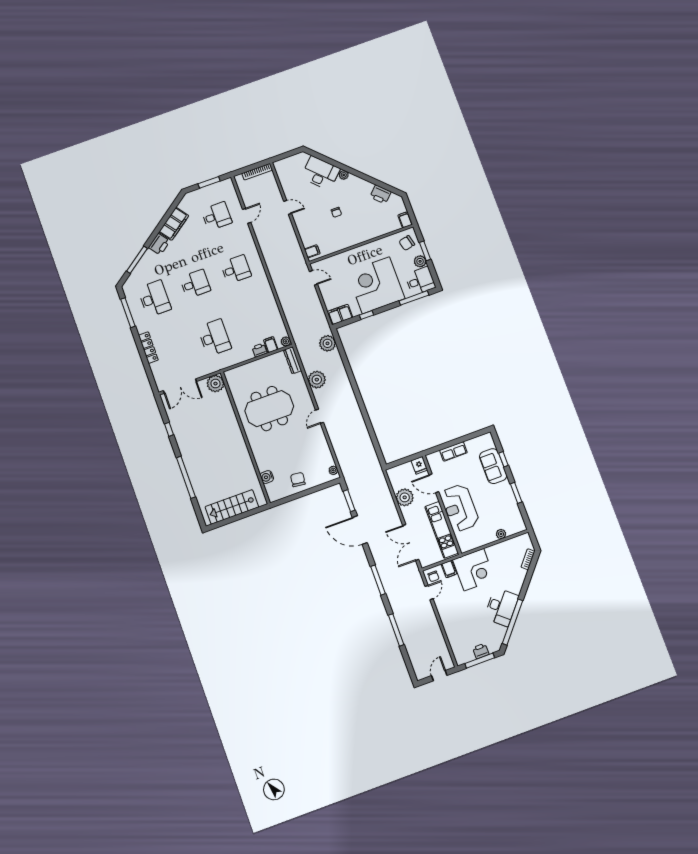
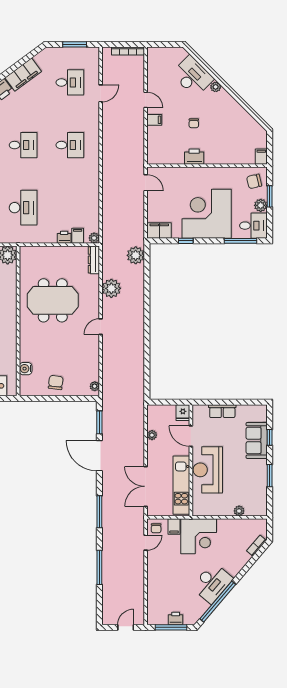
printer: (380, 194) -> (194, 157), moved, turned 135
filing cabinet: (312, 251) -> (154, 120), moved
plant: (405, 497) -> (152, 435), width x0.53, depth x0.53

